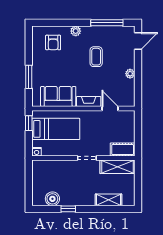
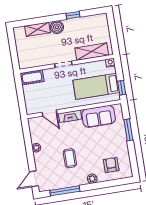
shelving: (117, 167) -> (92, 52), moved
boiler: (52, 199) -> (57, 27), moved

